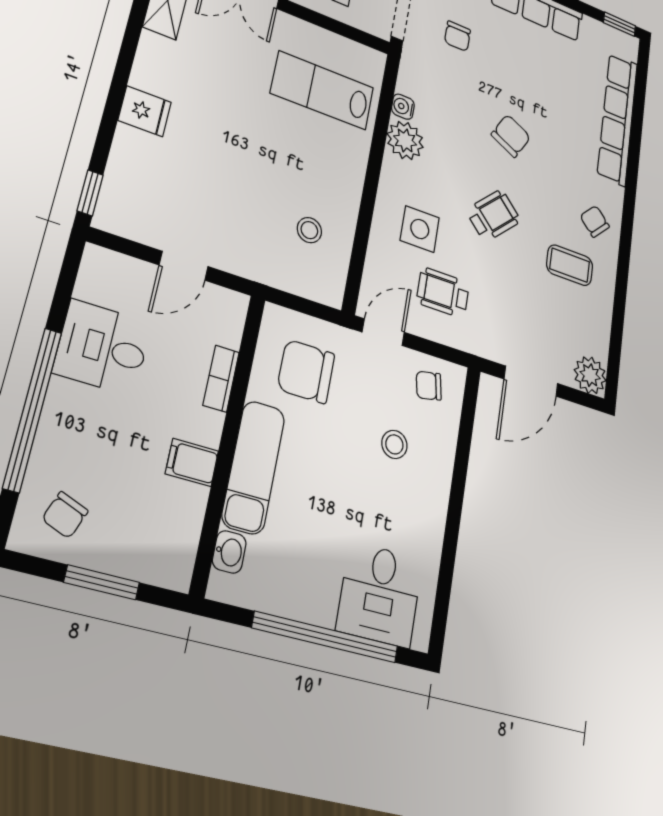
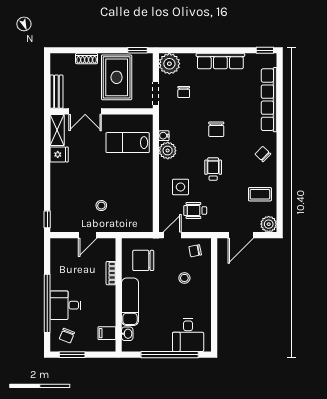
fridge: (145, 111) -> (59, 155), moved
chair: (511, 136) -> (216, 129), turned 153
wheelchair: (493, 216) -> (213, 169), turned -45
stool: (309, 230) -> (101, 206), moved
coffee table: (570, 265) -> (260, 194), moved
desk: (103, 348) -> (65, 305), moved
filing cabinet: (192, 462) -> (107, 333), moved
window: (102, 582) -> (72, 355), moved

